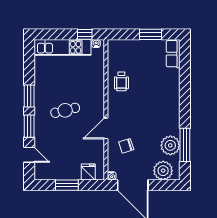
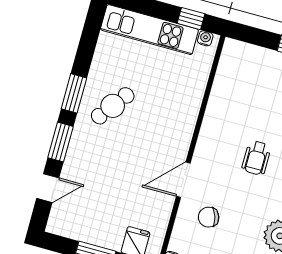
wheelchair: (121, 81) -> (256, 158), moved
cafe table: (65, 110) -> (113, 106), moved, turned -39
door: (29, 155) -> (48, 188), hinge flipped

